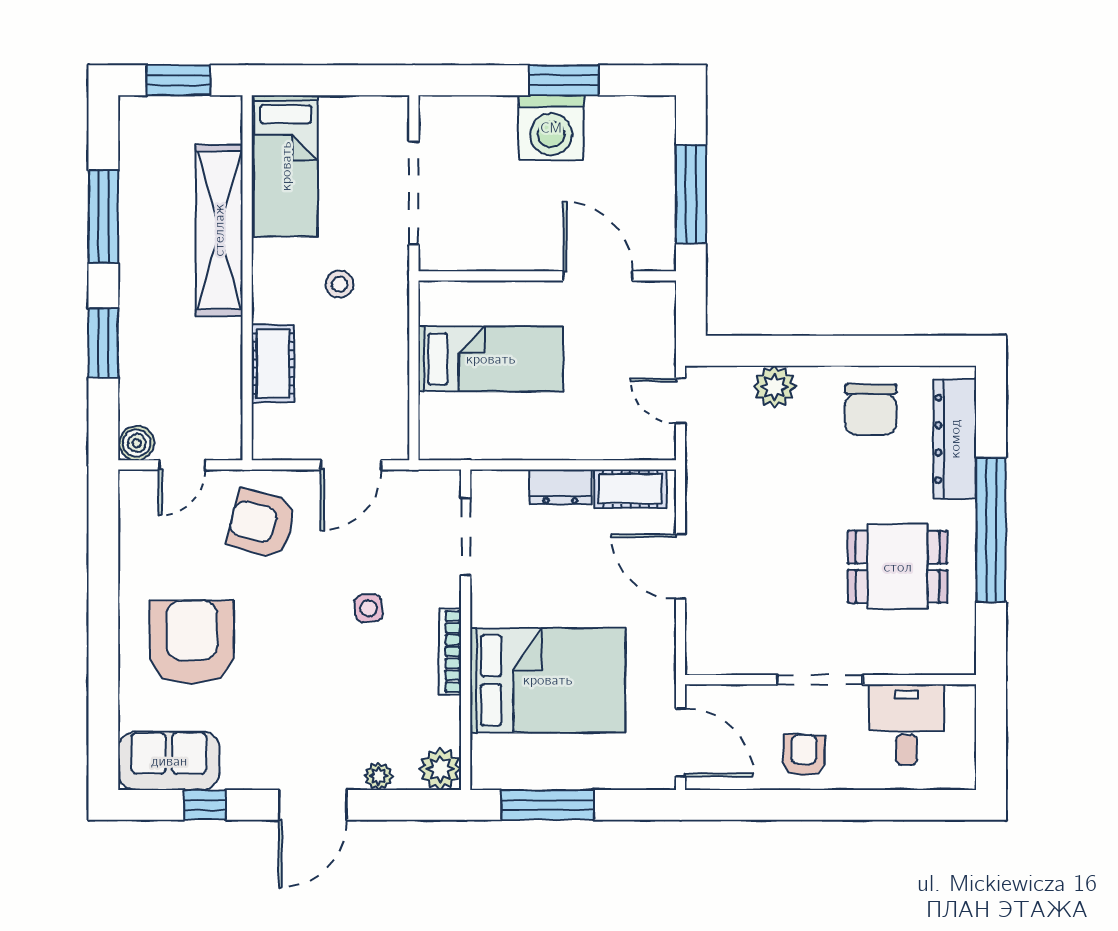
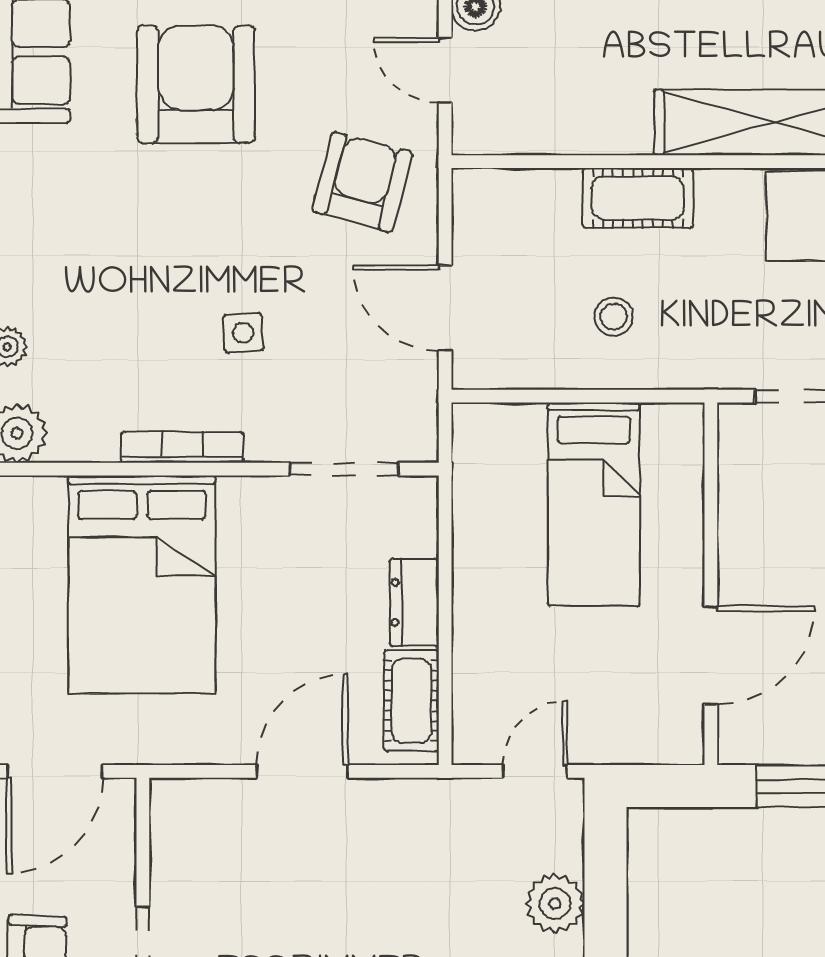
stool: (340, 284) -> (614, 317), moved
cot: (273, 363) -> (638, 198), moved
armchair: (192, 642) -> (196, 84), turned -90

